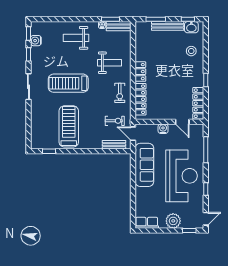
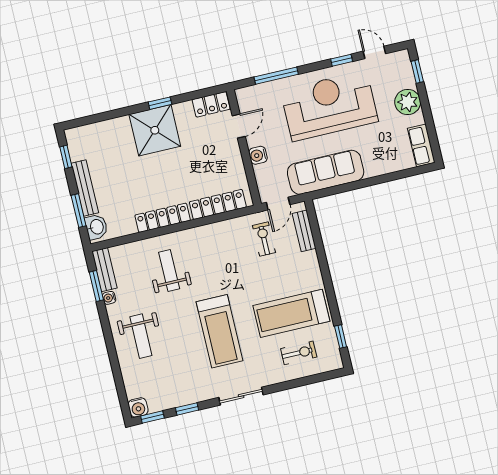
washbasin: (191, 27) -> (96, 227), moved
water cooler: (36, 41) -> (138, 407), moved
stool: (191, 51) -> (117, 139), removed
locker: (140, 72) -> (163, 218), width x1.53
shower: (191, 73) -> (155, 130), added
exercise bike: (120, 93) -> (299, 353), moved
locker: (198, 103) -> (211, 104), width x0.66
door: (206, 219) -> (374, 52), moved

